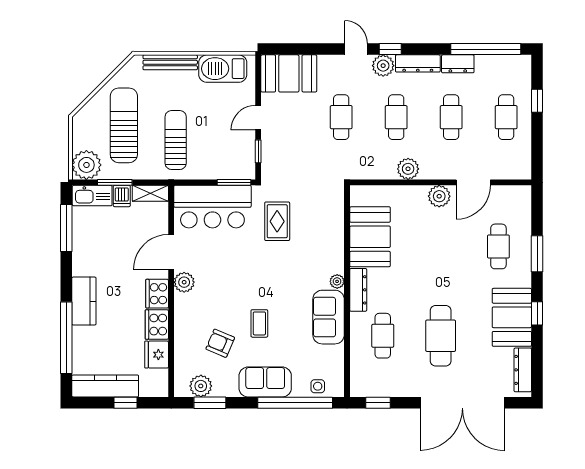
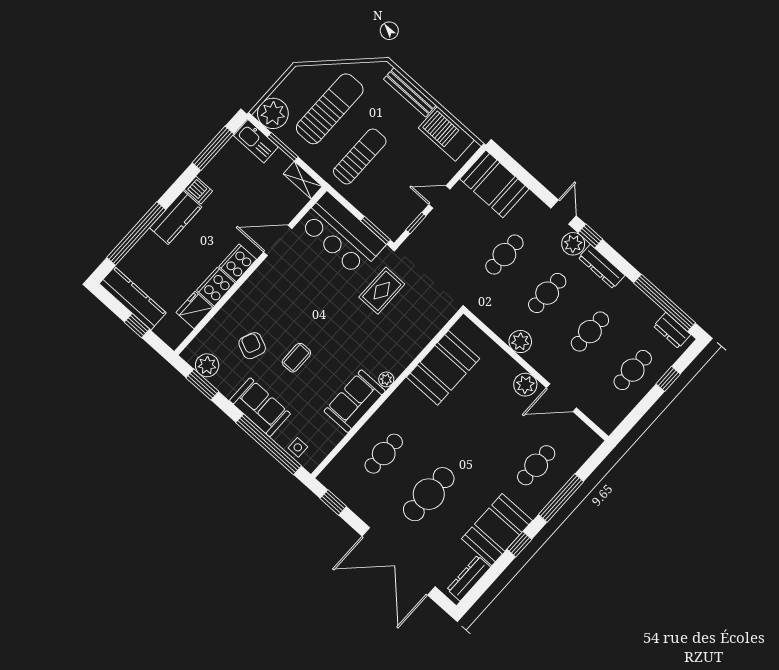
dresser: (458, 64) -> (672, 330), moved
dishwasher: (122, 196) -> (198, 190), moved, turned -90
window: (537, 254) -> (561, 498), width x1.44
plant: (184, 282) -> (267, 273), removed
dresser: (358, 290) -> (397, 401), removed

